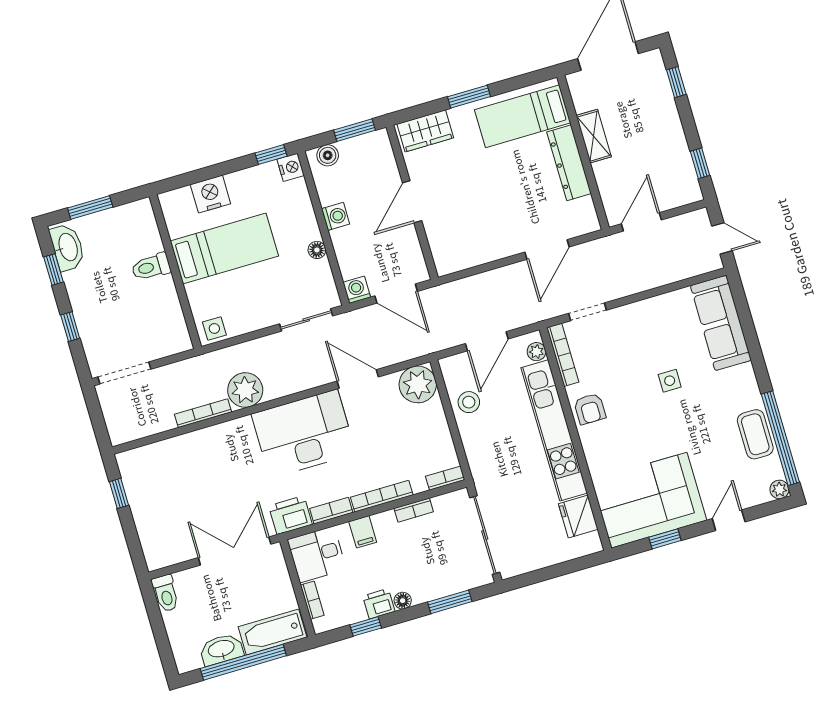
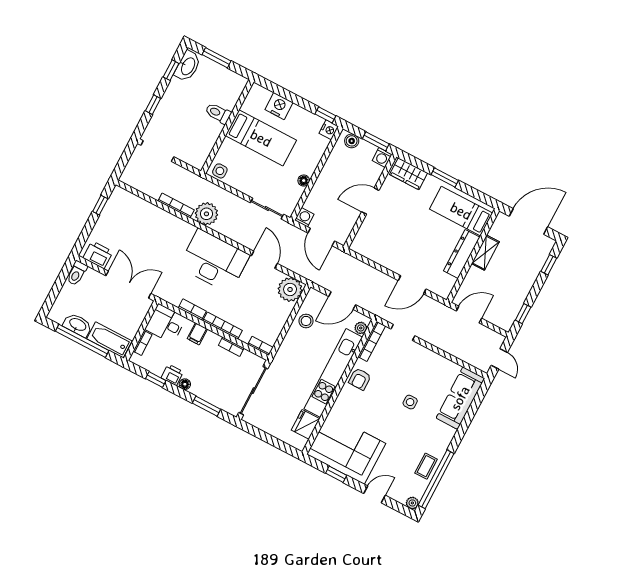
washing machine: (336, 216) -> (382, 157), moved, turned 90
coffee table: (755, 434) -> (426, 466), width x0.73, depth x0.77
printer: (290, 515) -> (98, 255), moved

